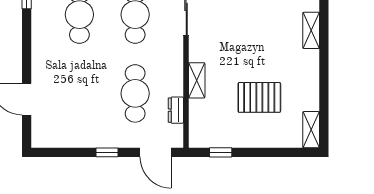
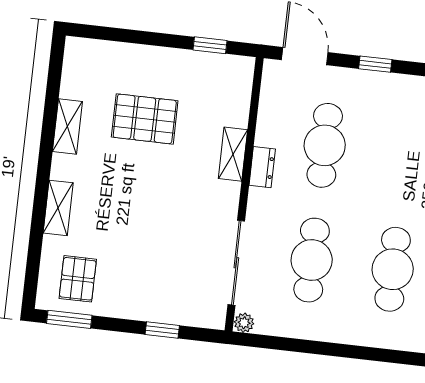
dresser: (176, 110) -> (262, 167), moved
shelving: (311, 130) -> (67, 127), moved

